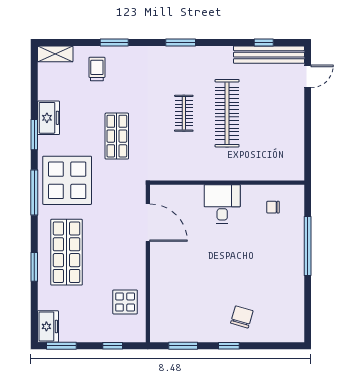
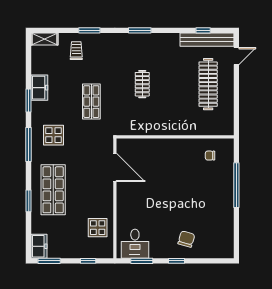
clothes rail: (227, 113) -> (208, 84), moved
display table: (67, 180) -> (54, 135), width x0.54, depth x0.54
desk: (222, 204) -> (135, 244), moved, turned 180

